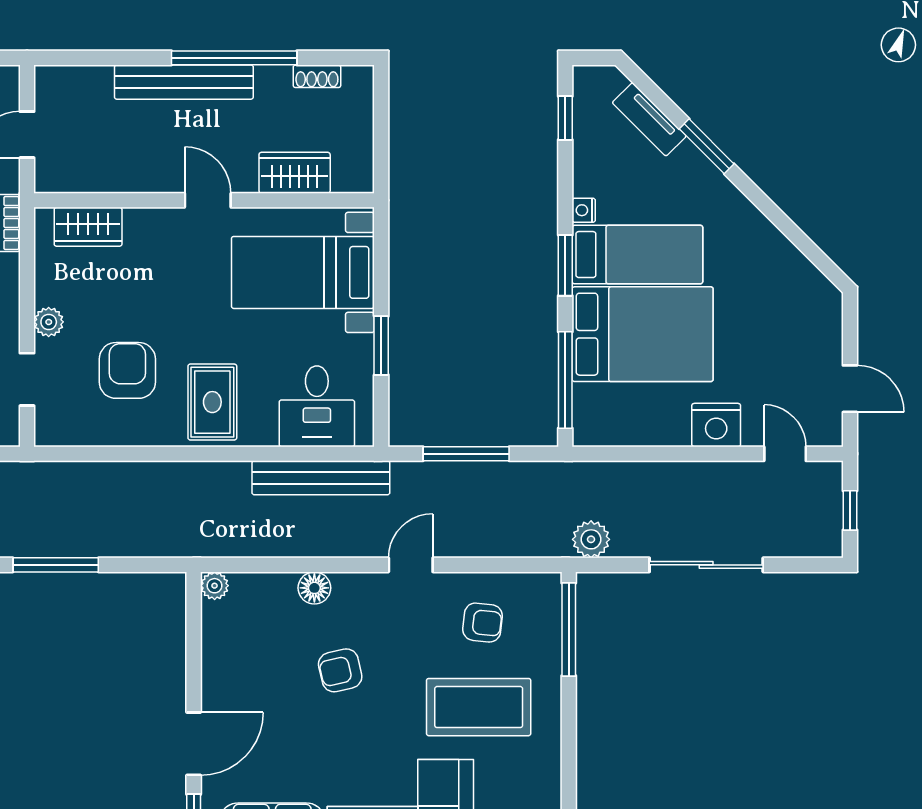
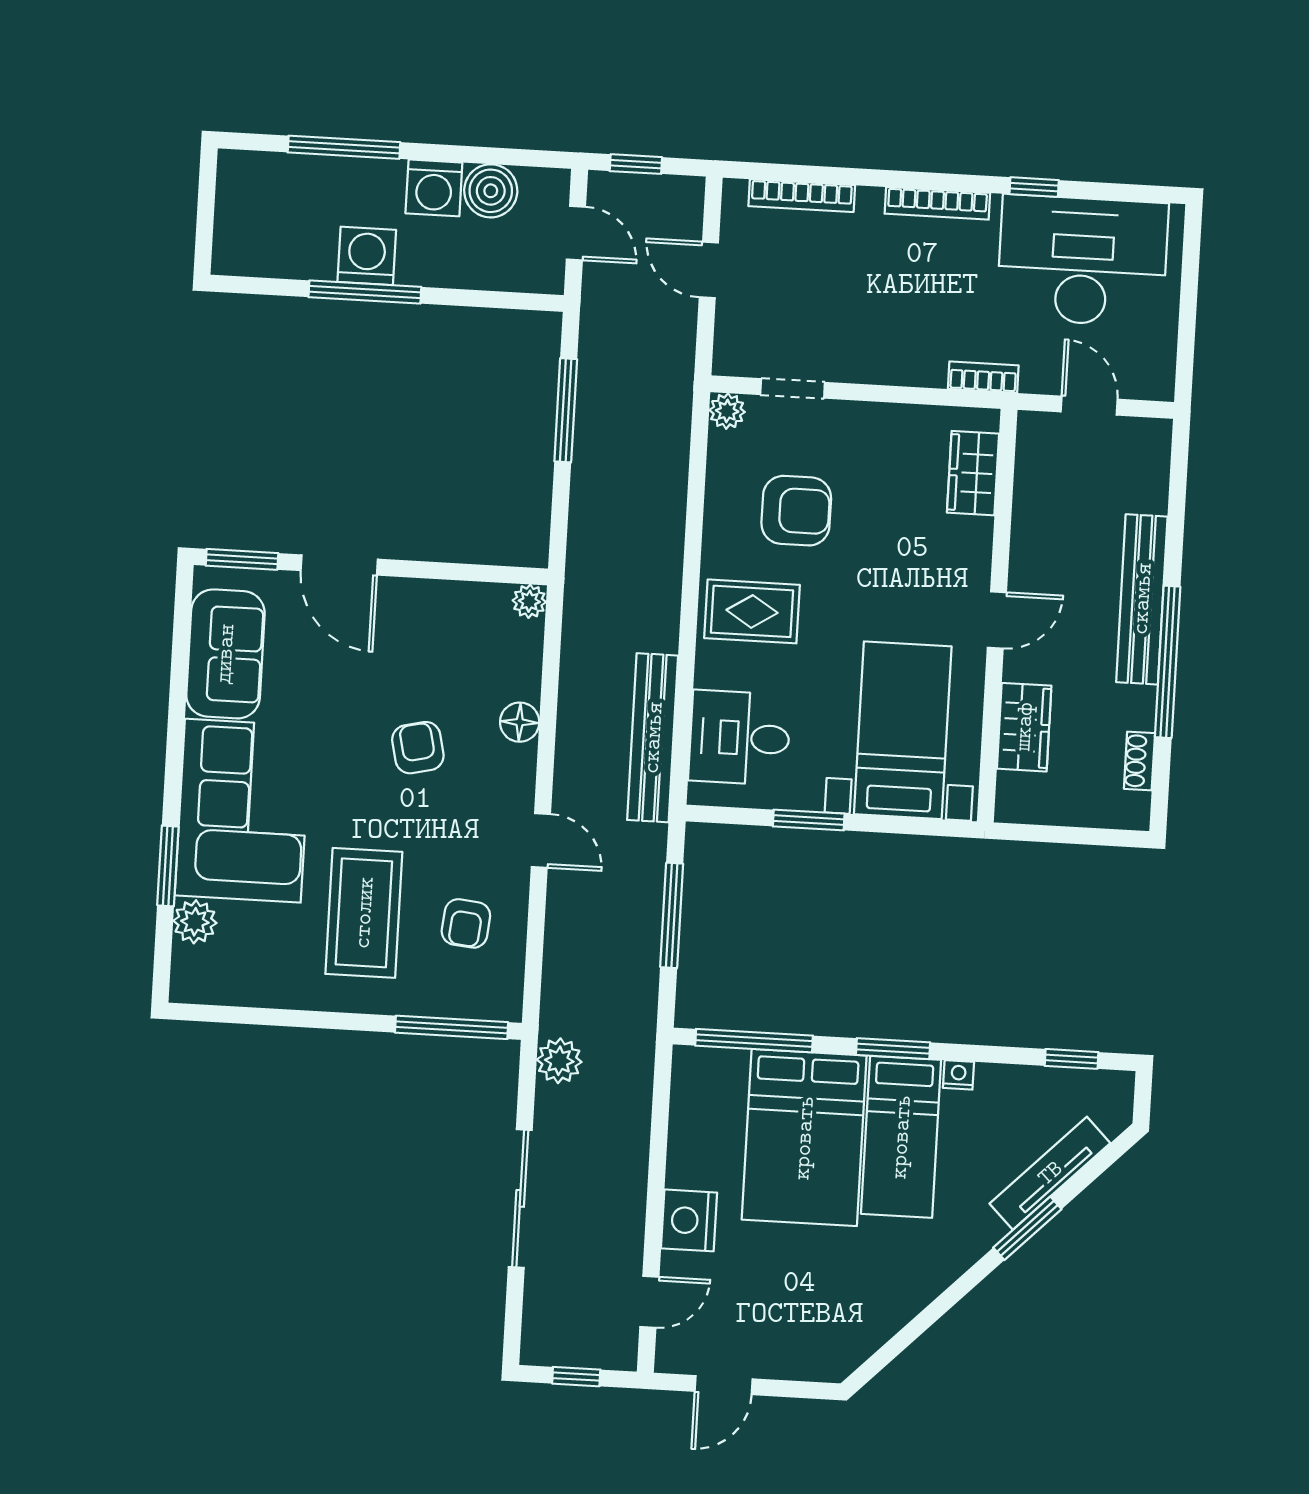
tv unit: (649, 119) -> (1050, 1173), width x1.41
plant: (49, 322) -> (727, 411), moved

